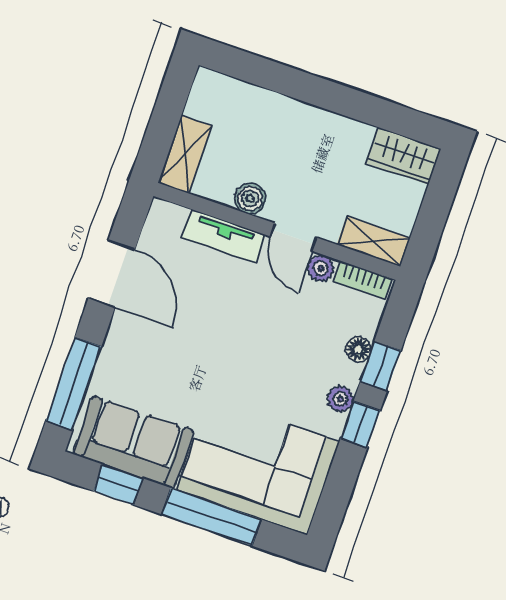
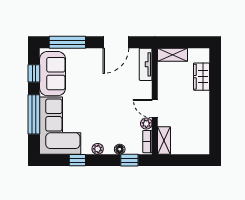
wardrobe: (404, 156) -> (202, 77), moved
boiler: (250, 198) -> (164, 86), removed
tv unit: (223, 236) -> (146, 64), moved
door: (294, 237) -> (155, 109), hinge flipped
window: (381, 366) -> (129, 160), moved
window: (360, 424) -> (77, 160), moved

